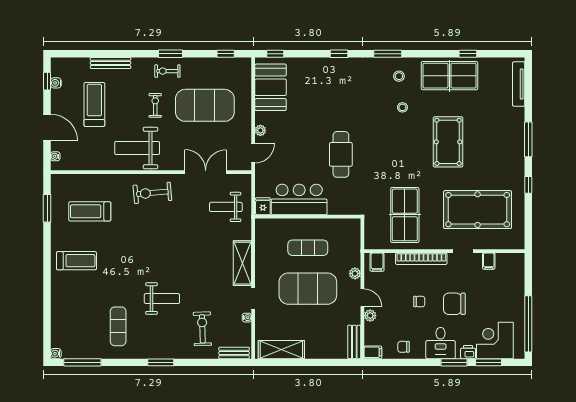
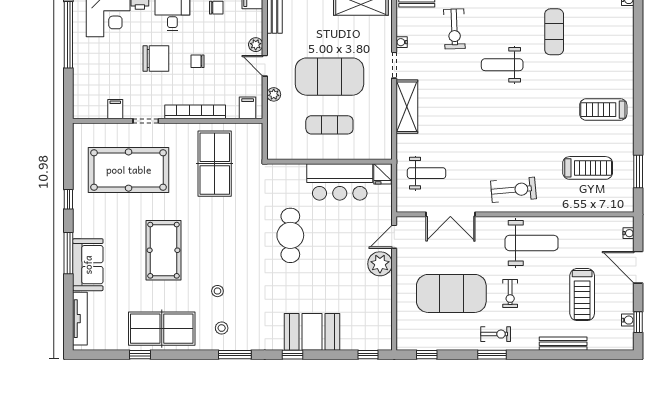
booth: (271, 87) -> (312, 332), moved, turned 90
plant: (260, 130) -> (380, 264), width x1.88, depth x1.88
sofa: (512, 130) -> (88, 265), added

